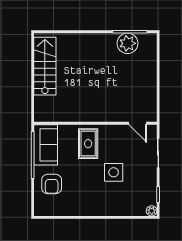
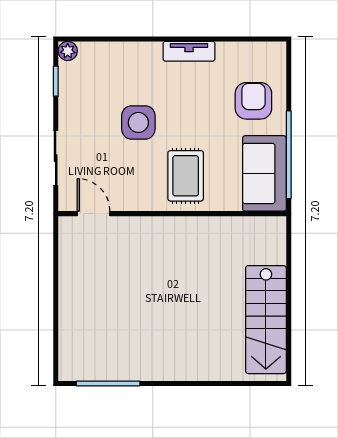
plant: (128, 43) -> (112, 362), removed
tv unit: (86, 211) -> (189, 51), added

